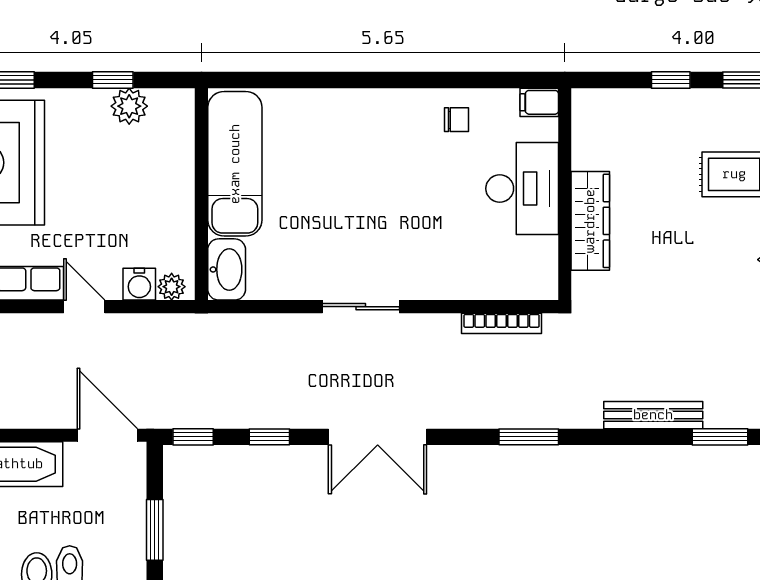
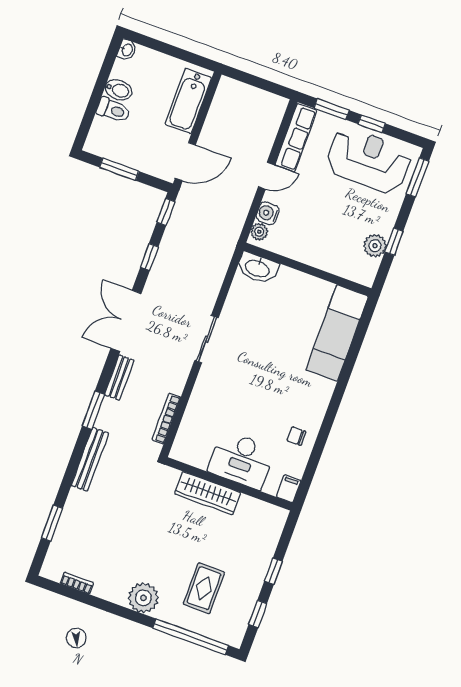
chair: (456, 120) -> (296, 436), turned 90
exam couch: (235, 164) -> (337, 333), moved, turned 90
bench: (653, 415) -> (90, 459), moved
bench: (466, 416) -> (119, 378), added

